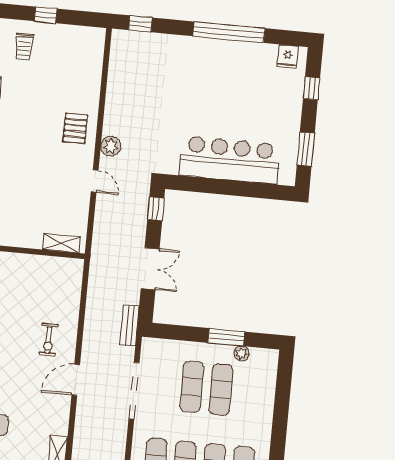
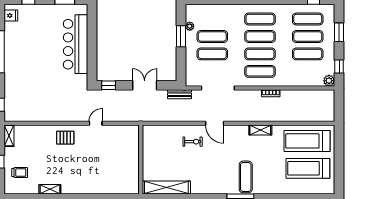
plant: (111, 146) -> (74, 116), removed
shelving: (61, 243) -> (9, 136), moved

